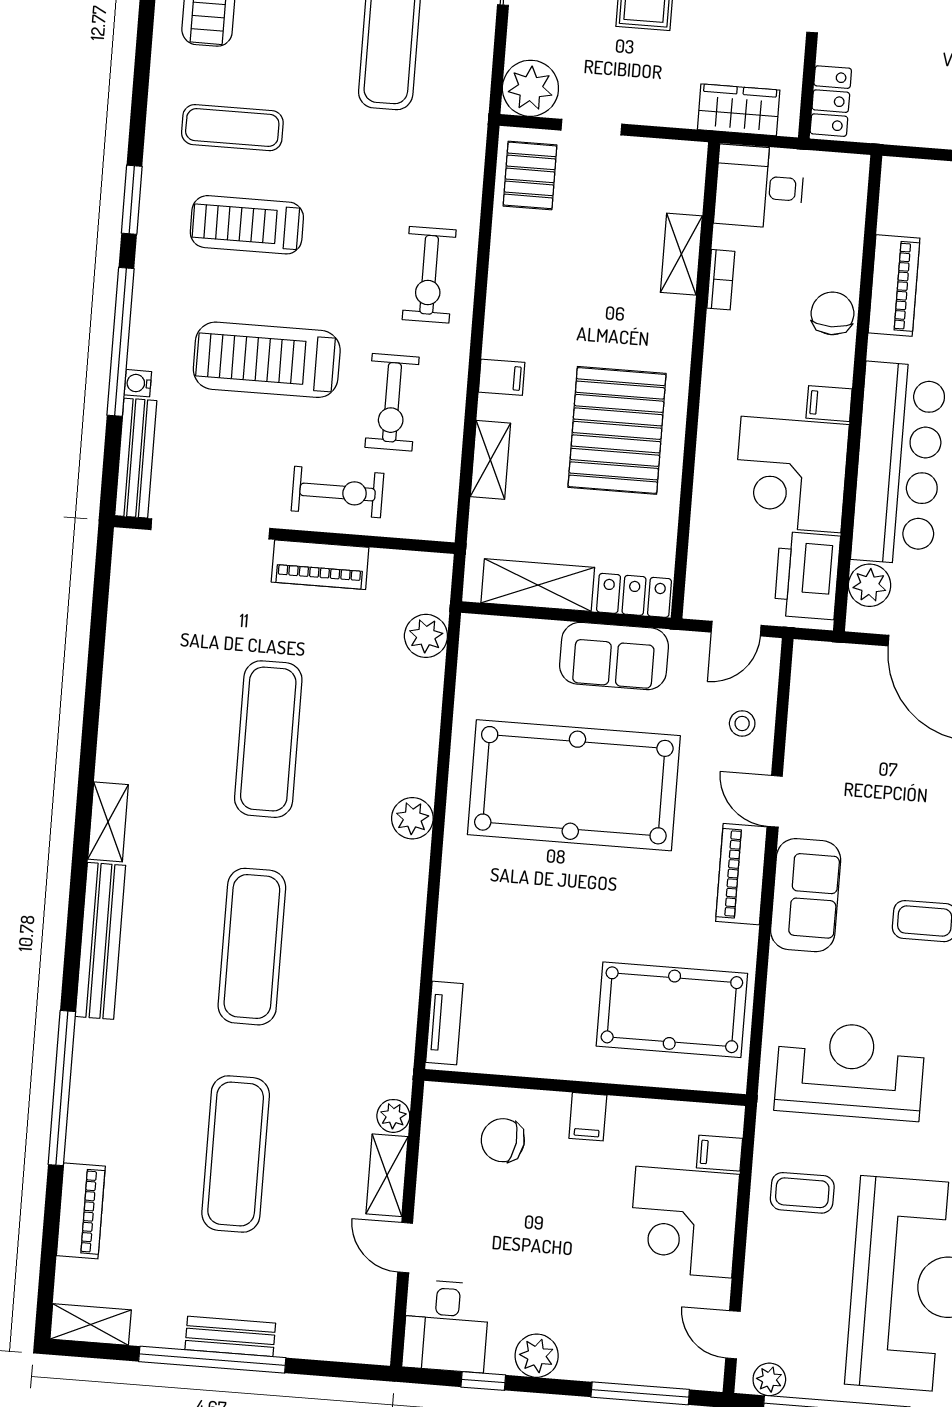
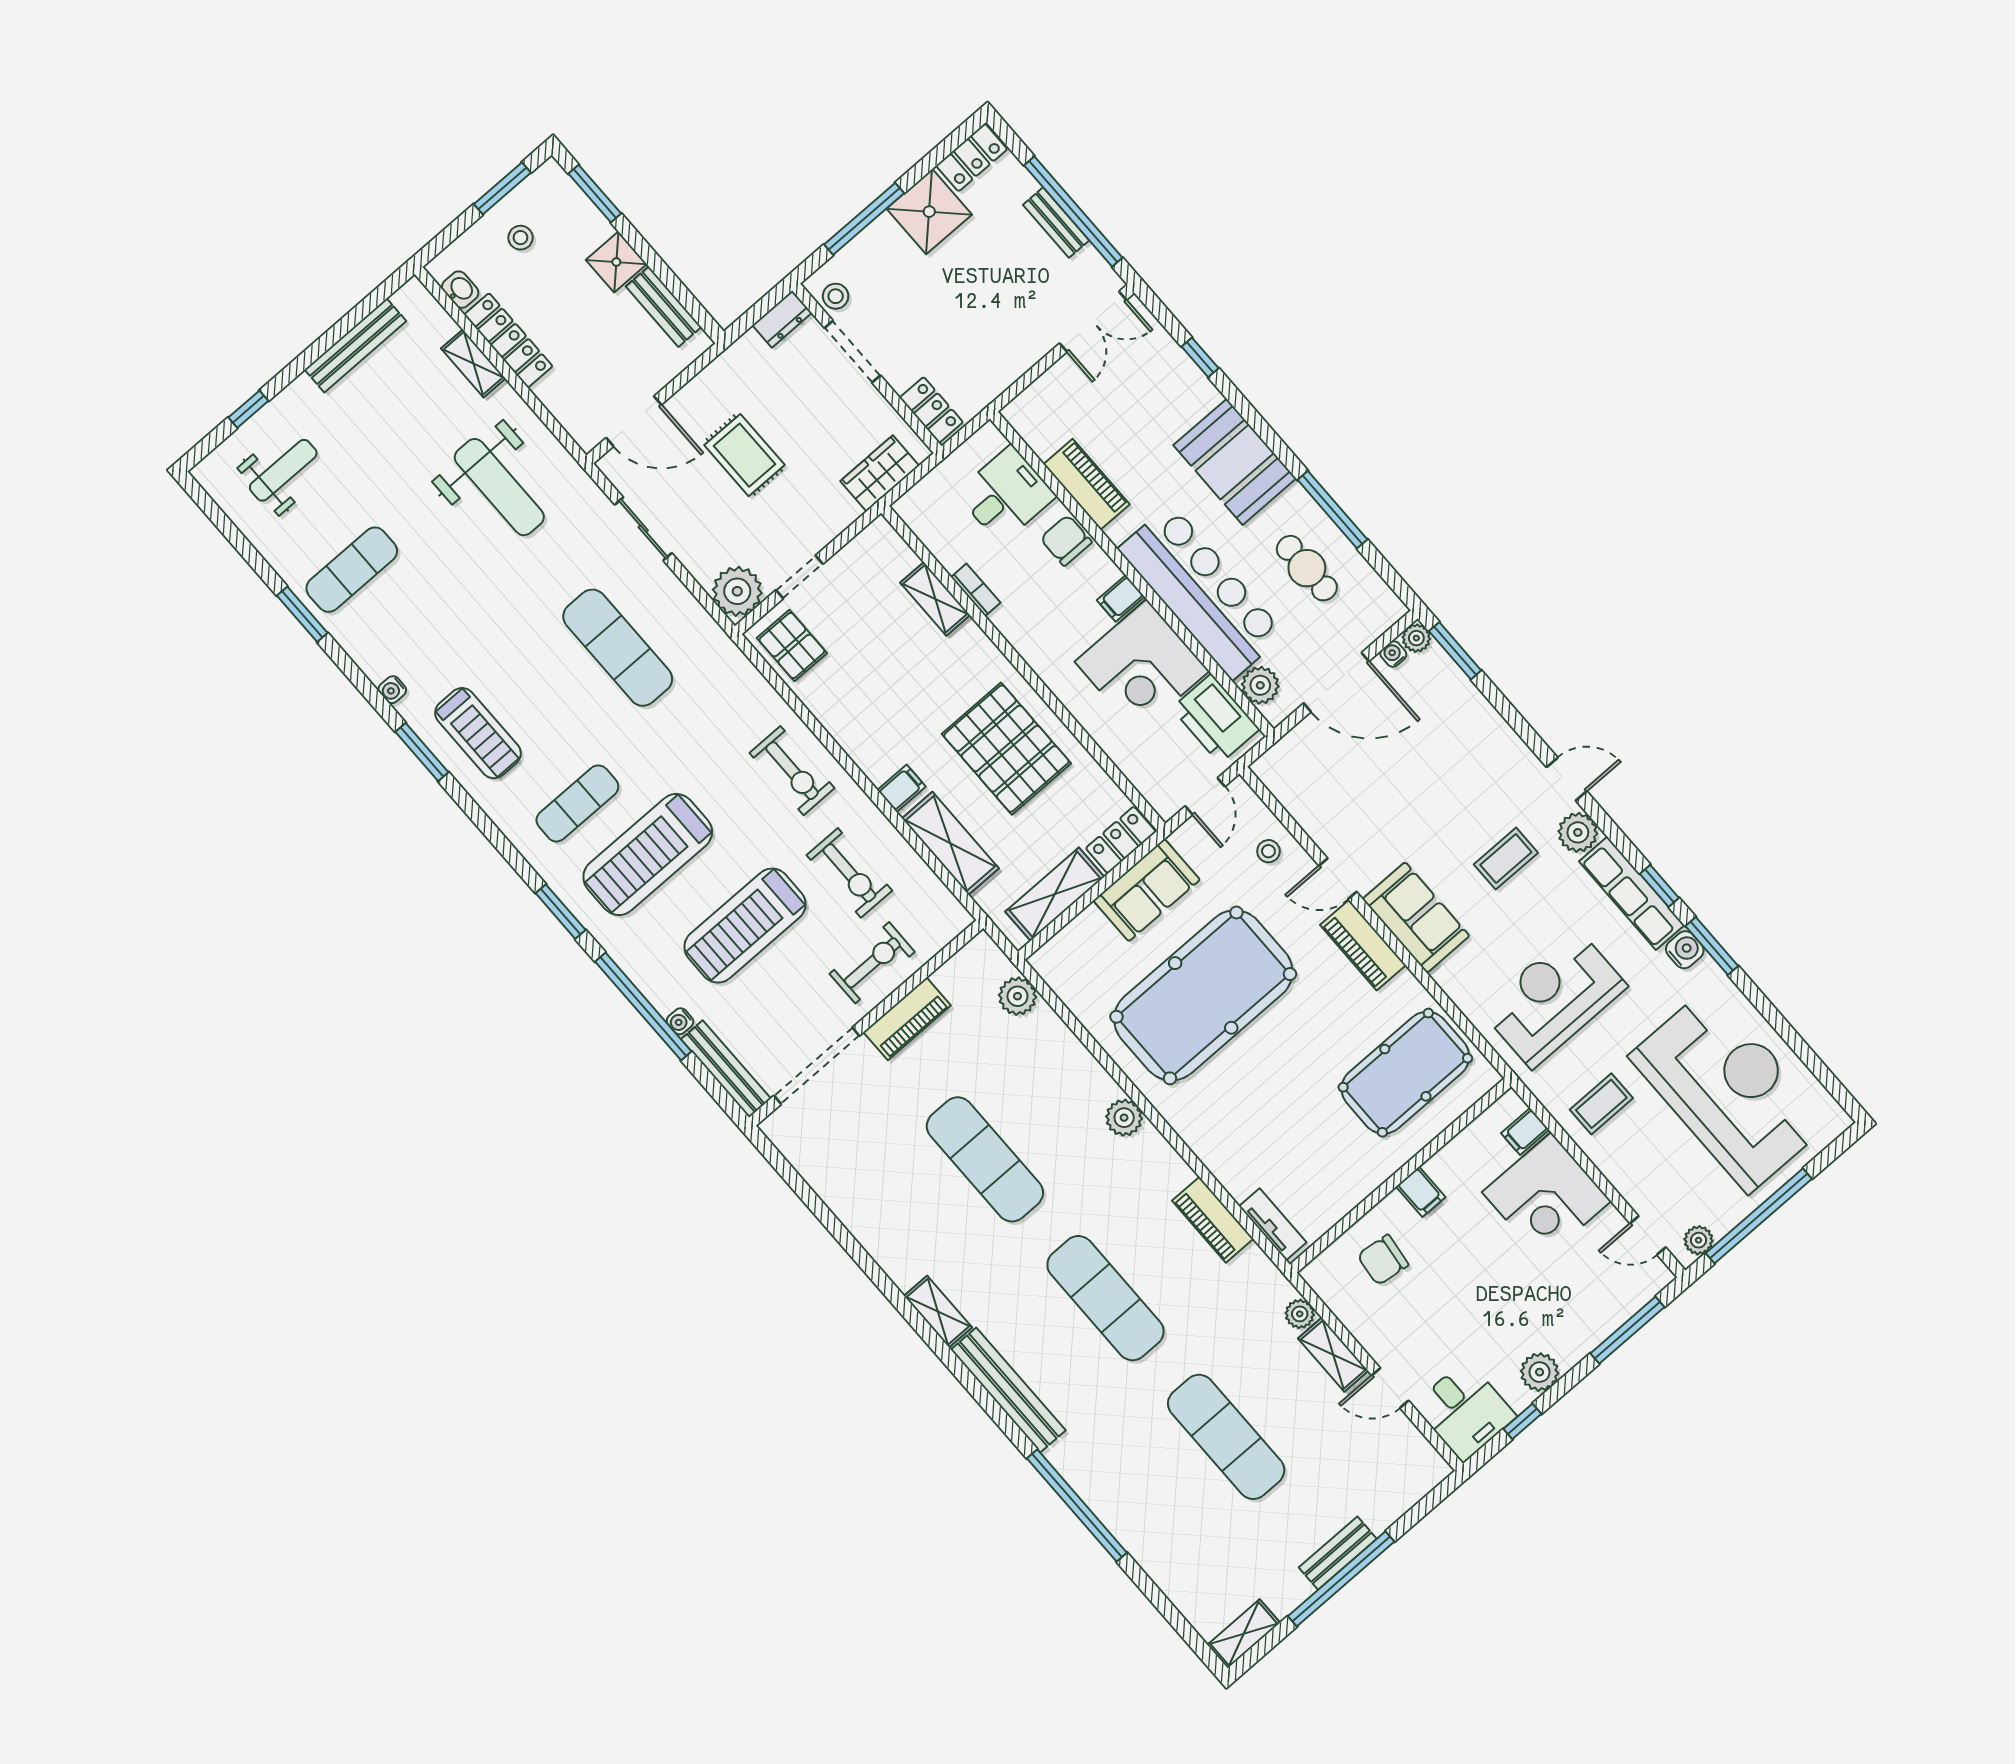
desk: (759, 187) -> (1006, 495), moved, turned 180
treadmill: (247, 225) -> (648, 855), width x1.37, depth x1.38
shelving: (490, 460) -> (950, 843), width x1.50, depth x1.33
piano: (81, 1211) -> (1213, 1220), moved, turned 180

